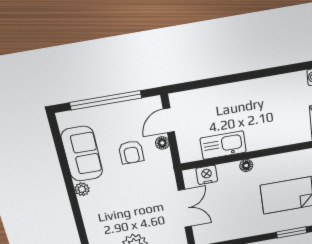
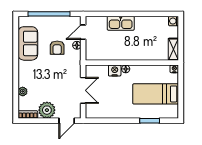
kitchen sink: (223, 145) -> (121, 23), moved, turned 180
nightstand: (207, 175) -> (115, 71), moved
plant: (82, 189) -> (23, 91), moved

